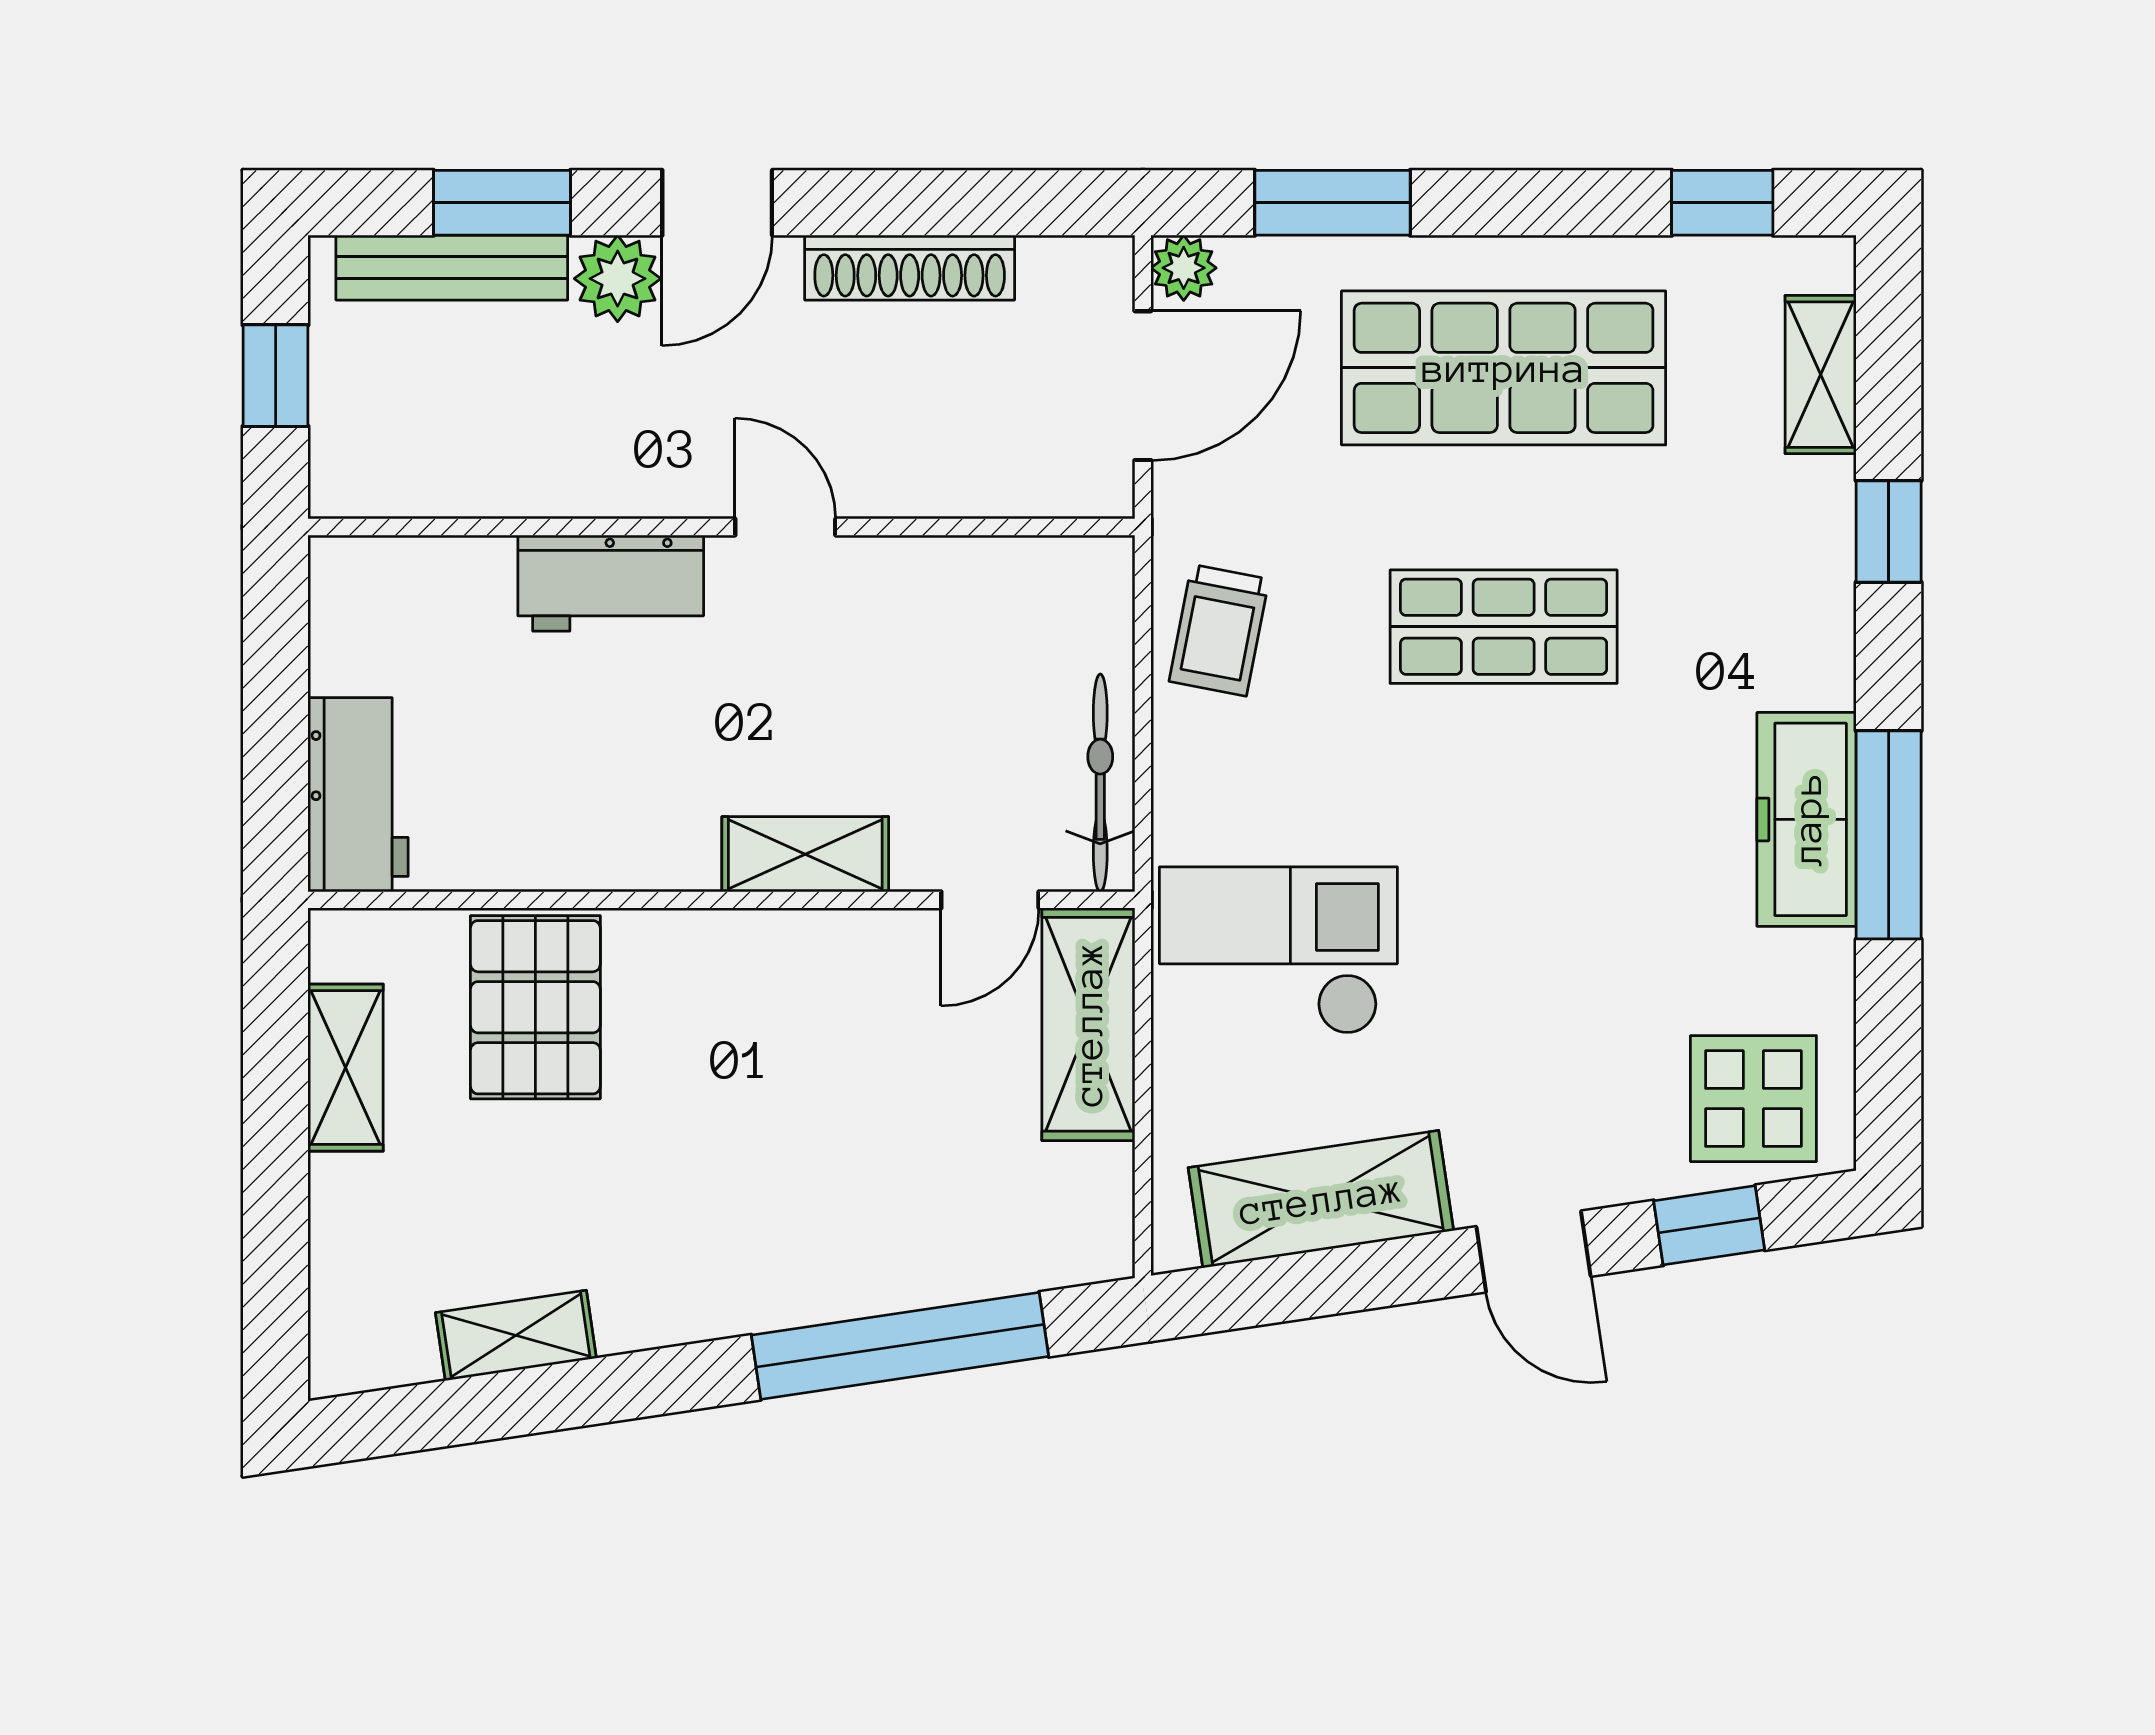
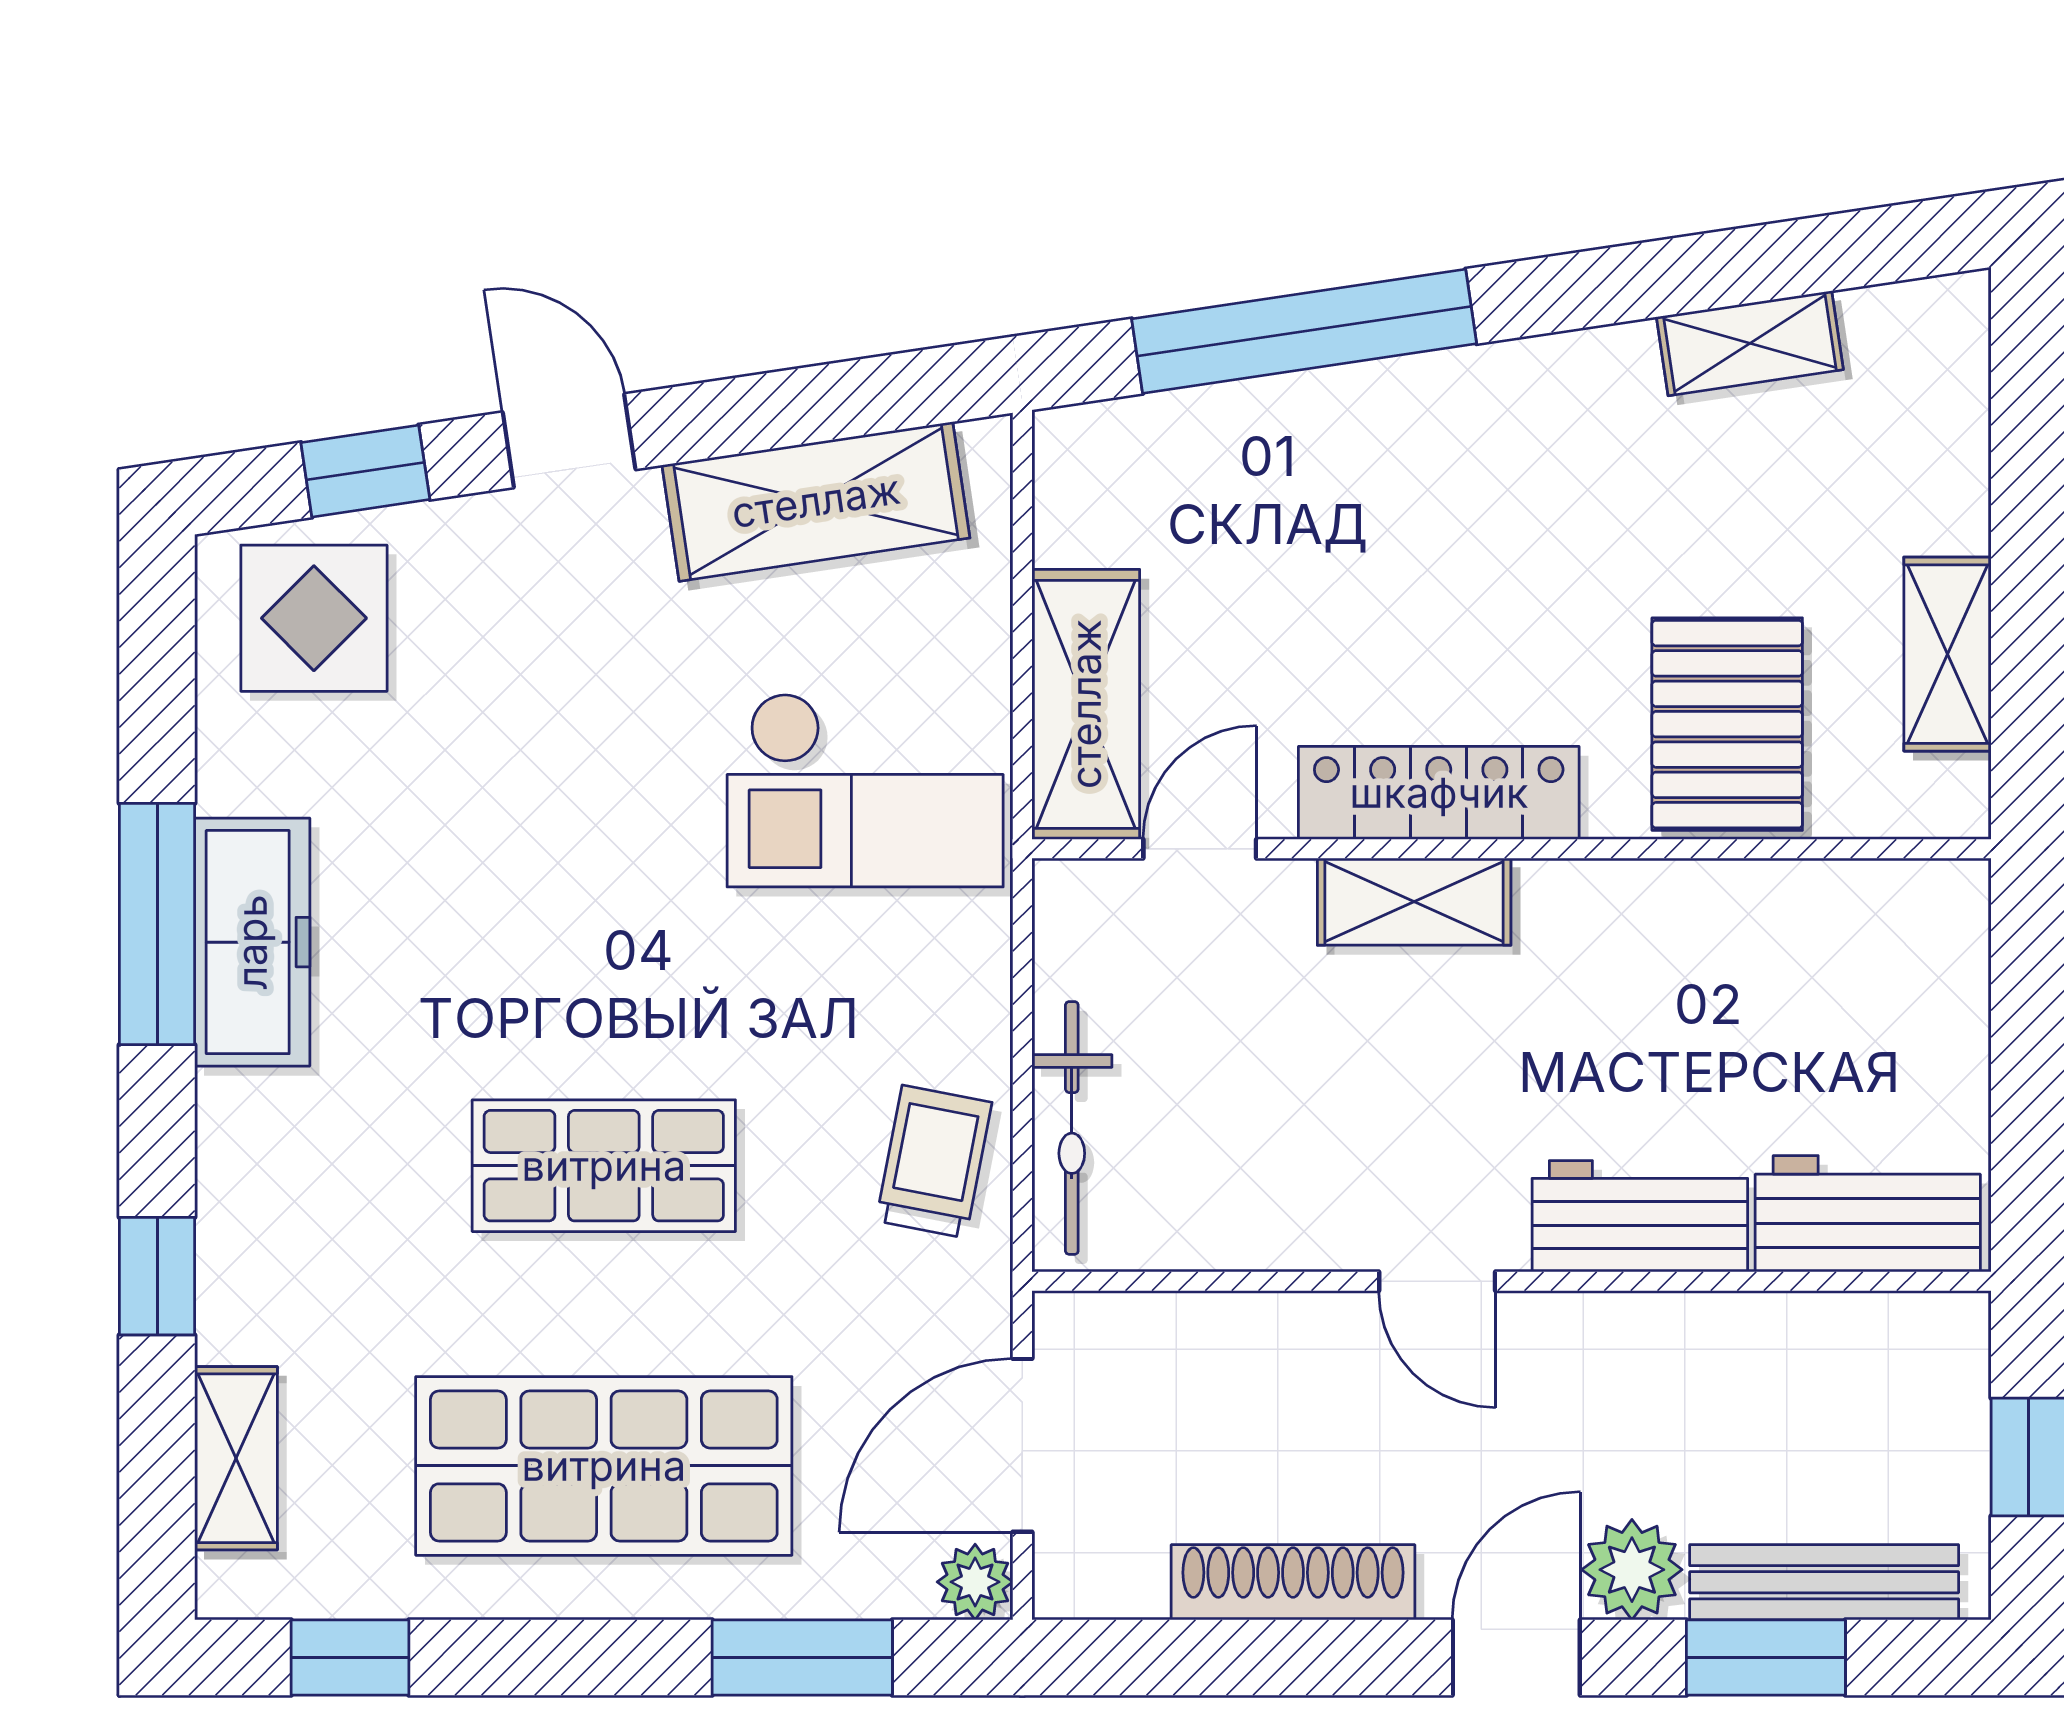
bicycle: (1100, 783) -> (1072, 1128), moved
workbench: (358, 795) -> (1868, 1214), moved, turned 90
locker: (784, 948) -> (1439, 793), added

